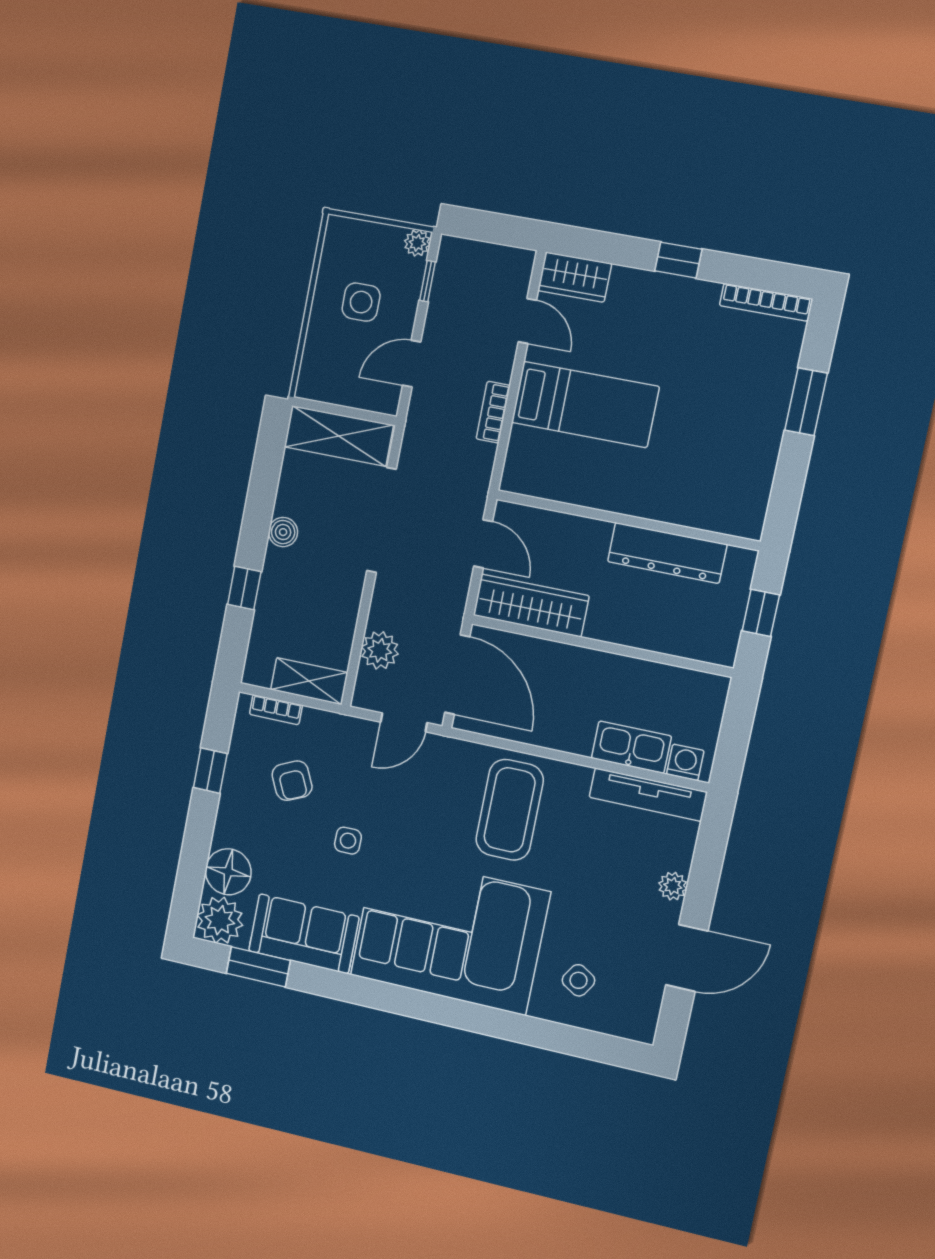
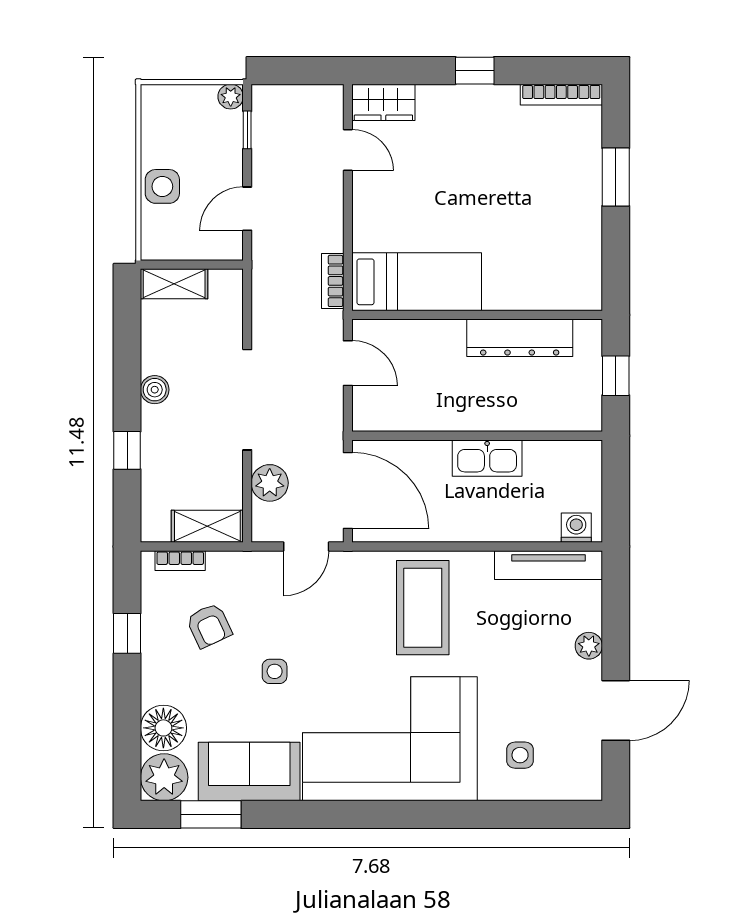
side table: (361, 302) -> (162, 186), moved
bed: (585, 404) -> (417, 282), moved
bookcase: (493, 412) -> (333, 281), moved
shelving: (339, 436) -> (174, 284), width x0.67, depth x0.75
doorway: (381, 520) -> (247, 400), moved
wardrobe: (531, 605) -> (404, 412), removed
kitchen sink: (631, 747) -> (487, 458), moved, turned 180
side table: (578, 980) -> (520, 755), turned -32

